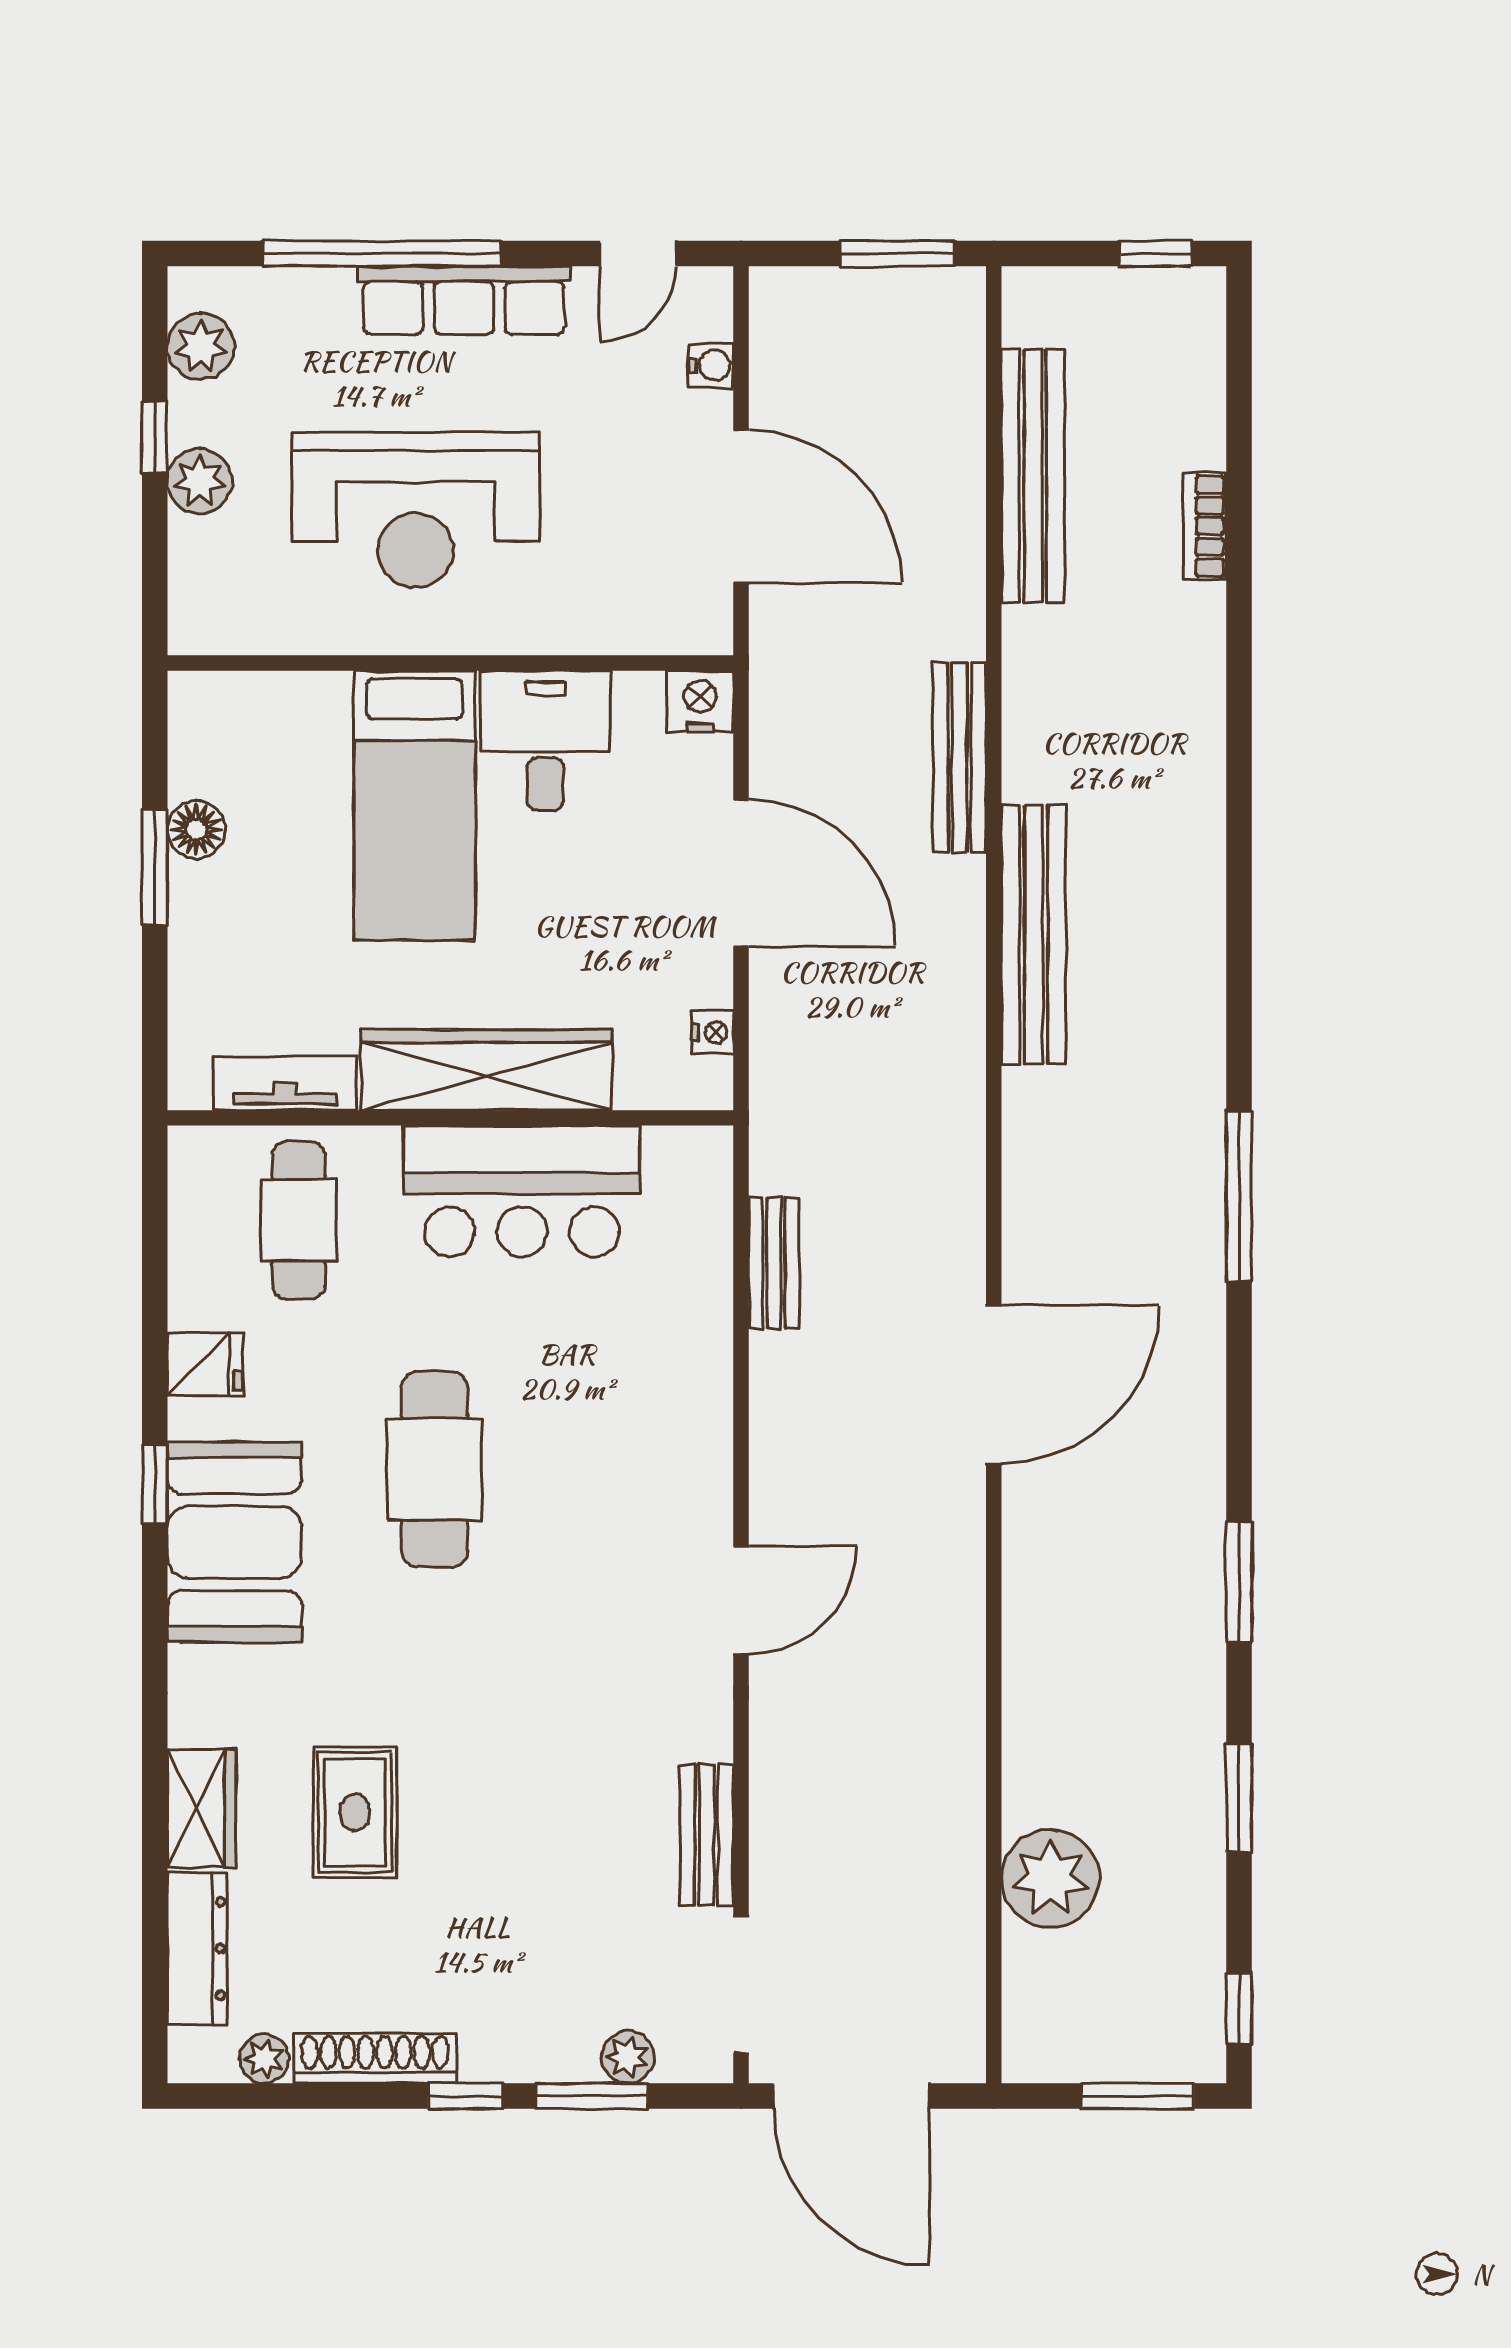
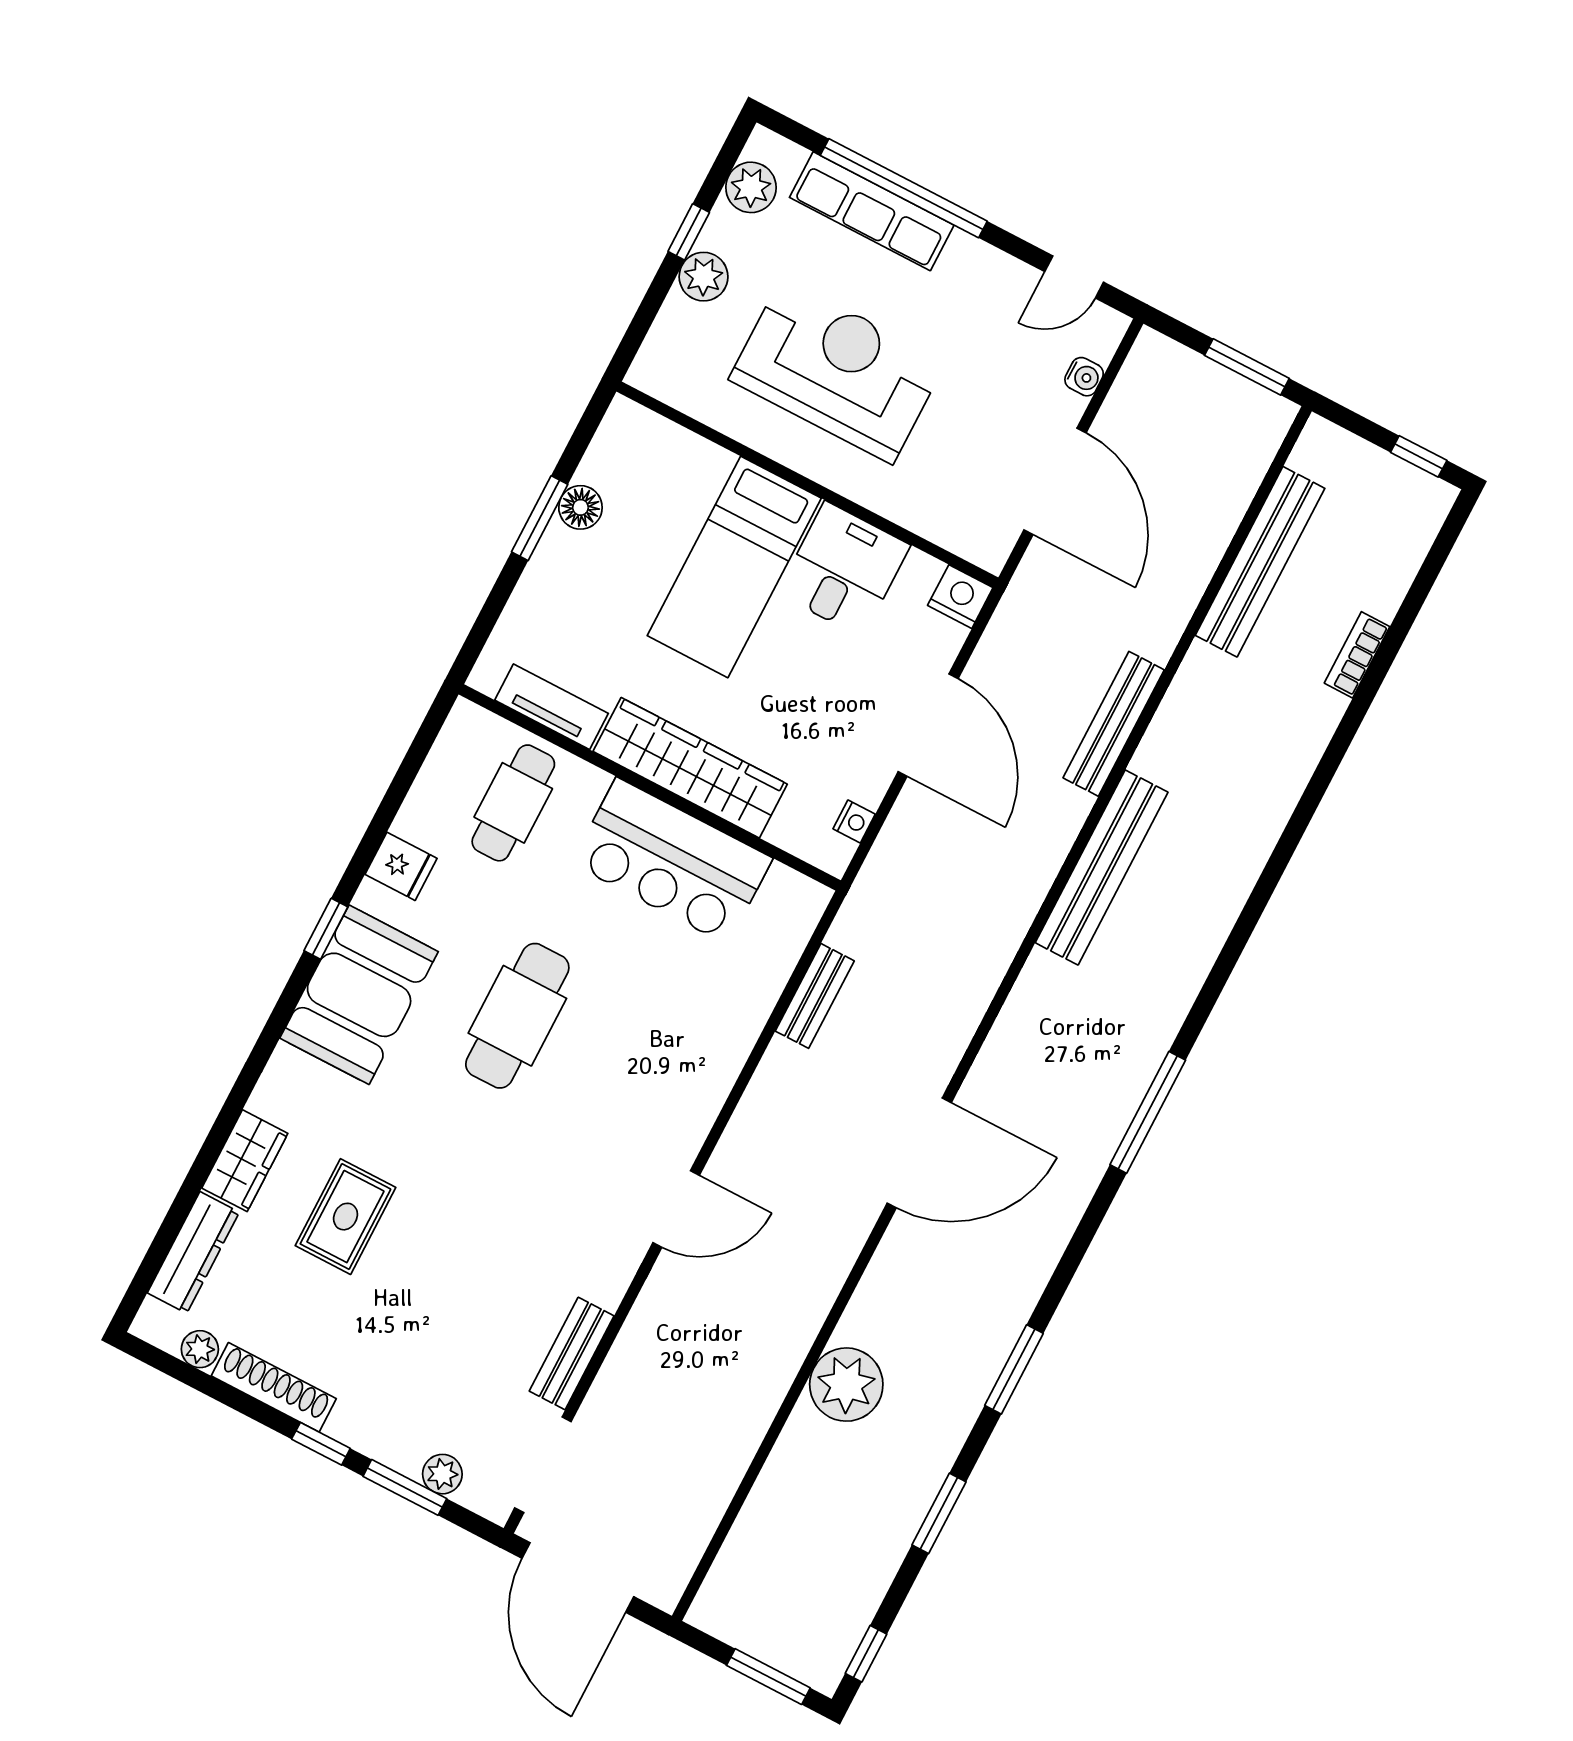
row of seats: (464, 300) -> (872, 211), moved
reception desk: (416, 510) -> (837, 371), turned 180
plant: (1050, 1878) -> (846, 1385), moved

